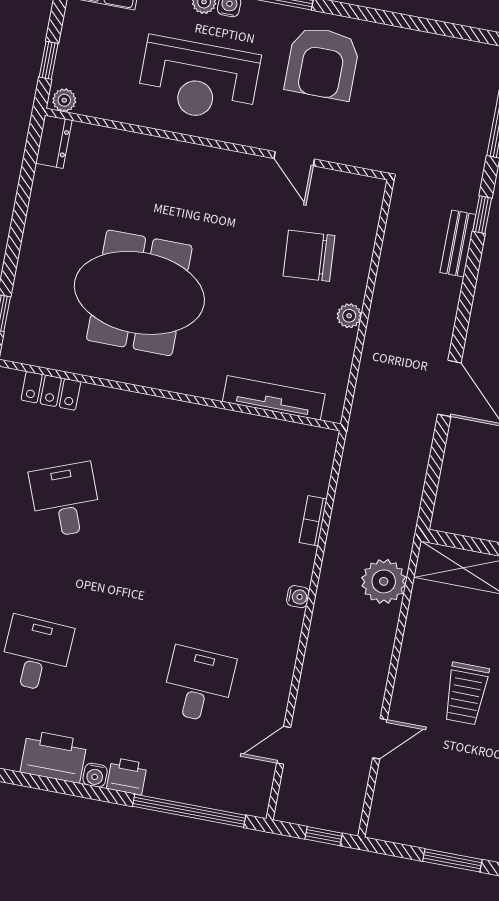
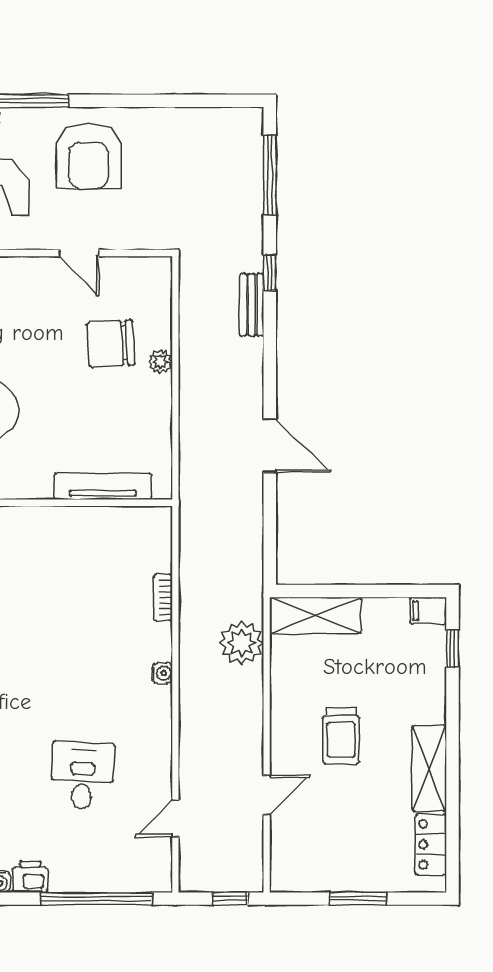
plant: (349, 316) -> (160, 362), moved

